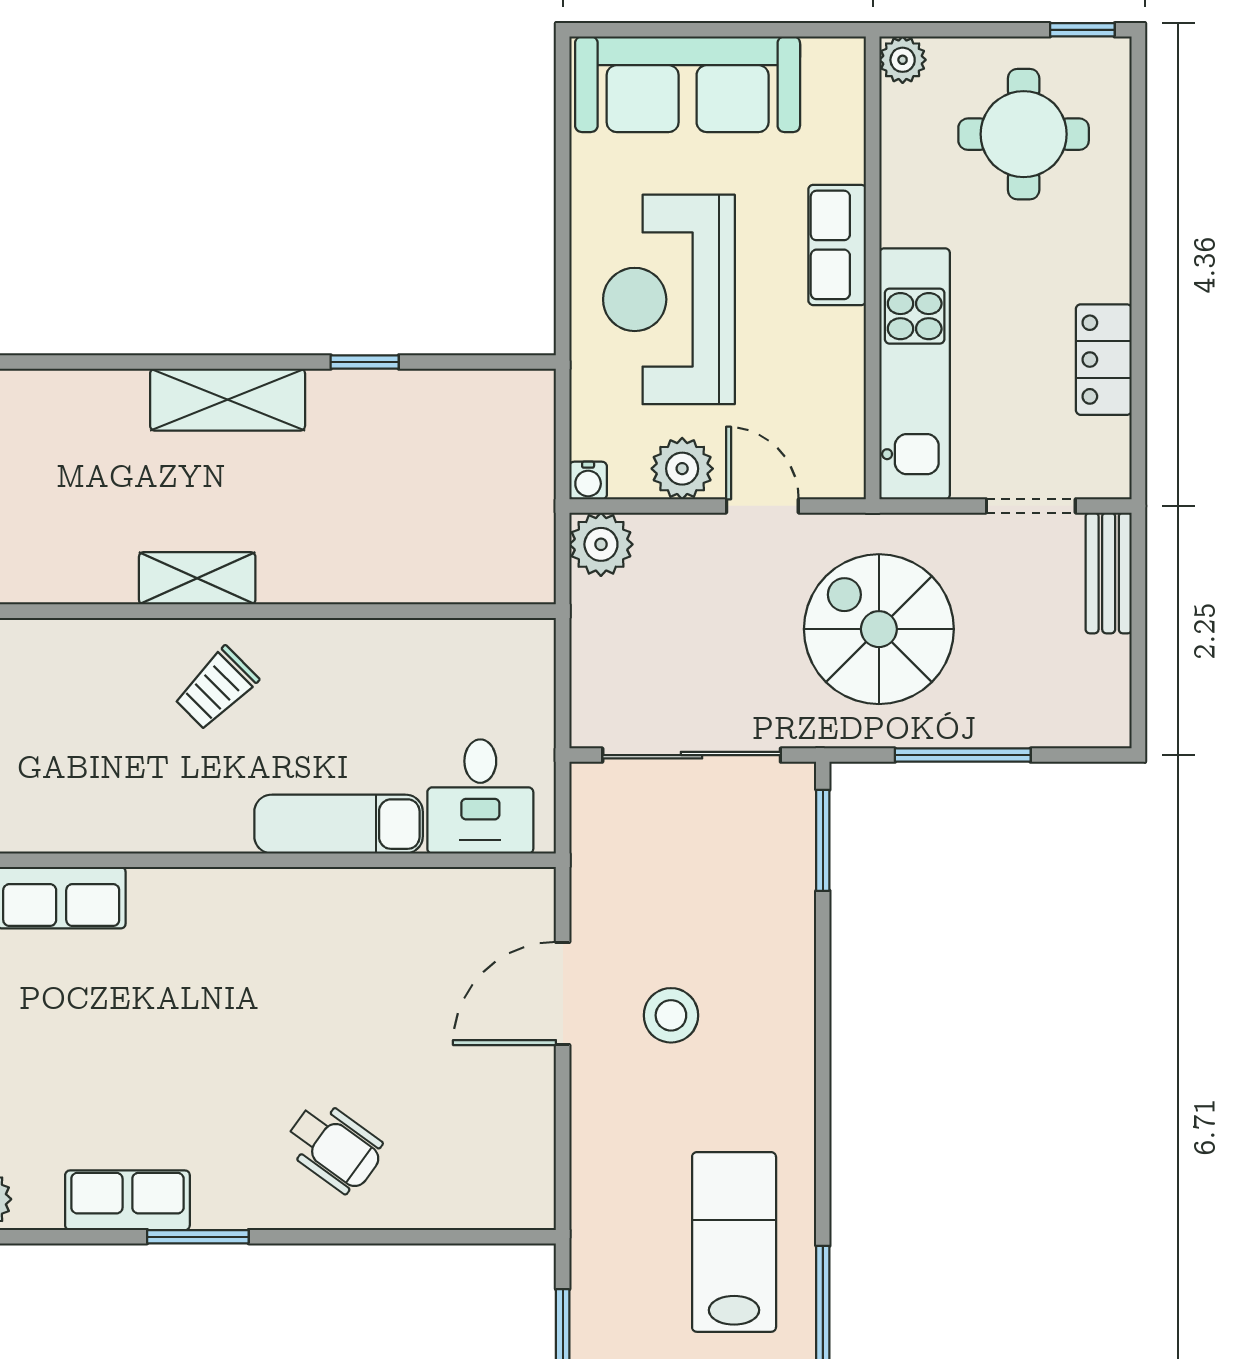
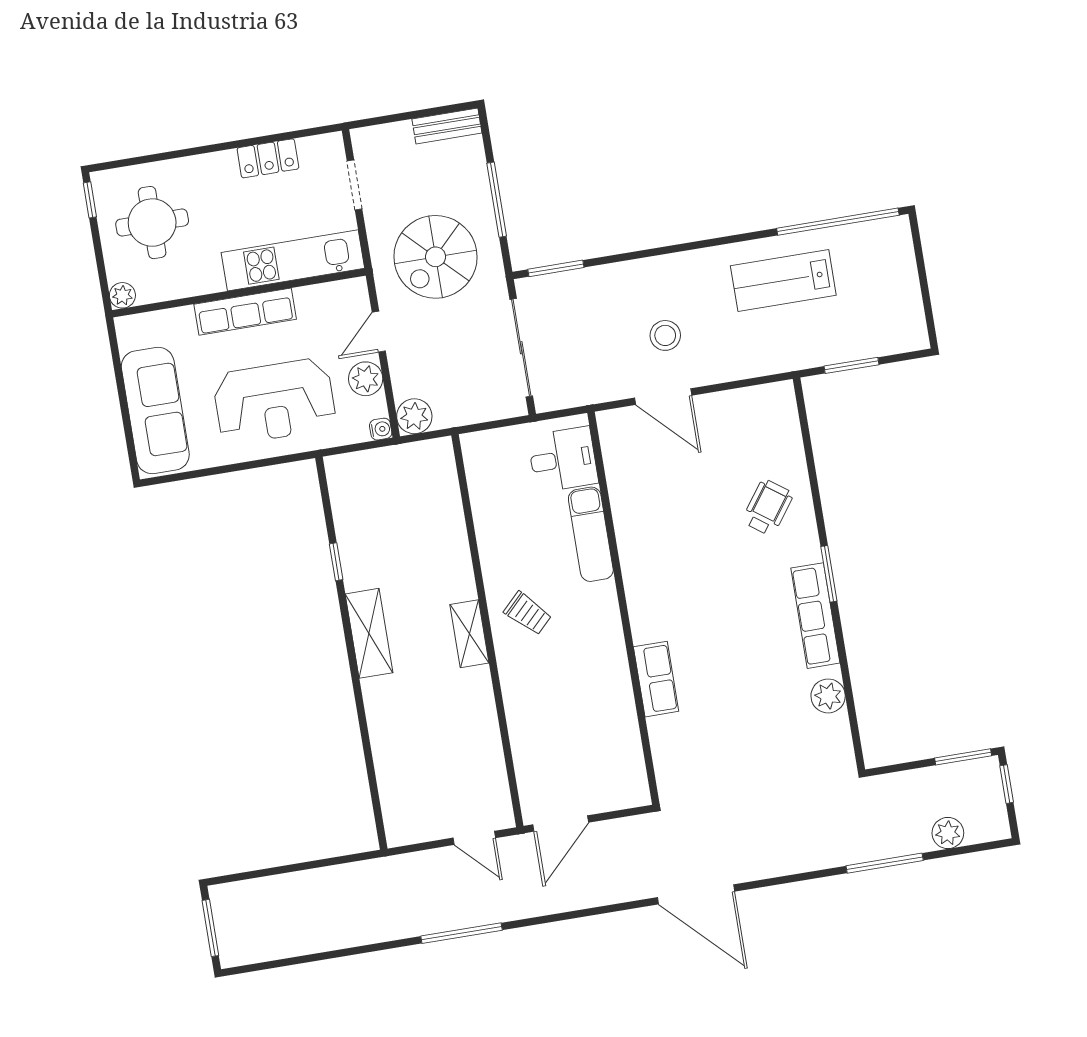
row of seats: (837, 245) -> (245, 312), width x1.48
bench: (1109, 573) -> (447, 126), moved
row of seats: (127, 1200) -> (815, 616), width x1.48

